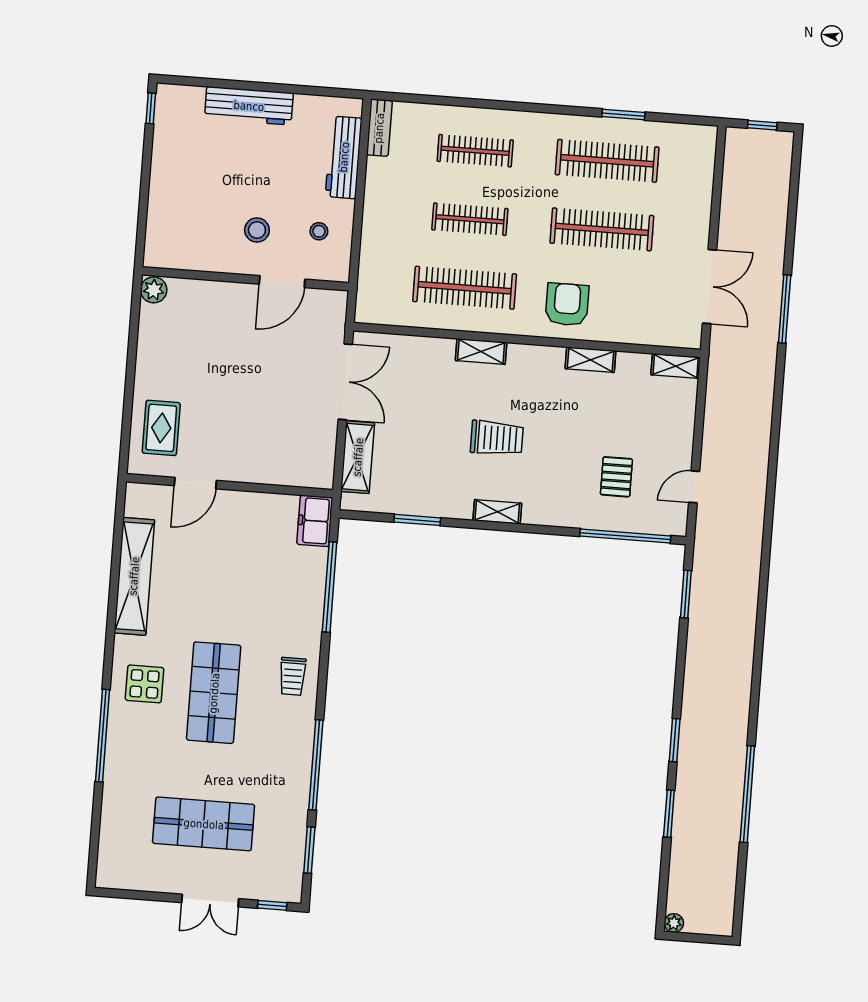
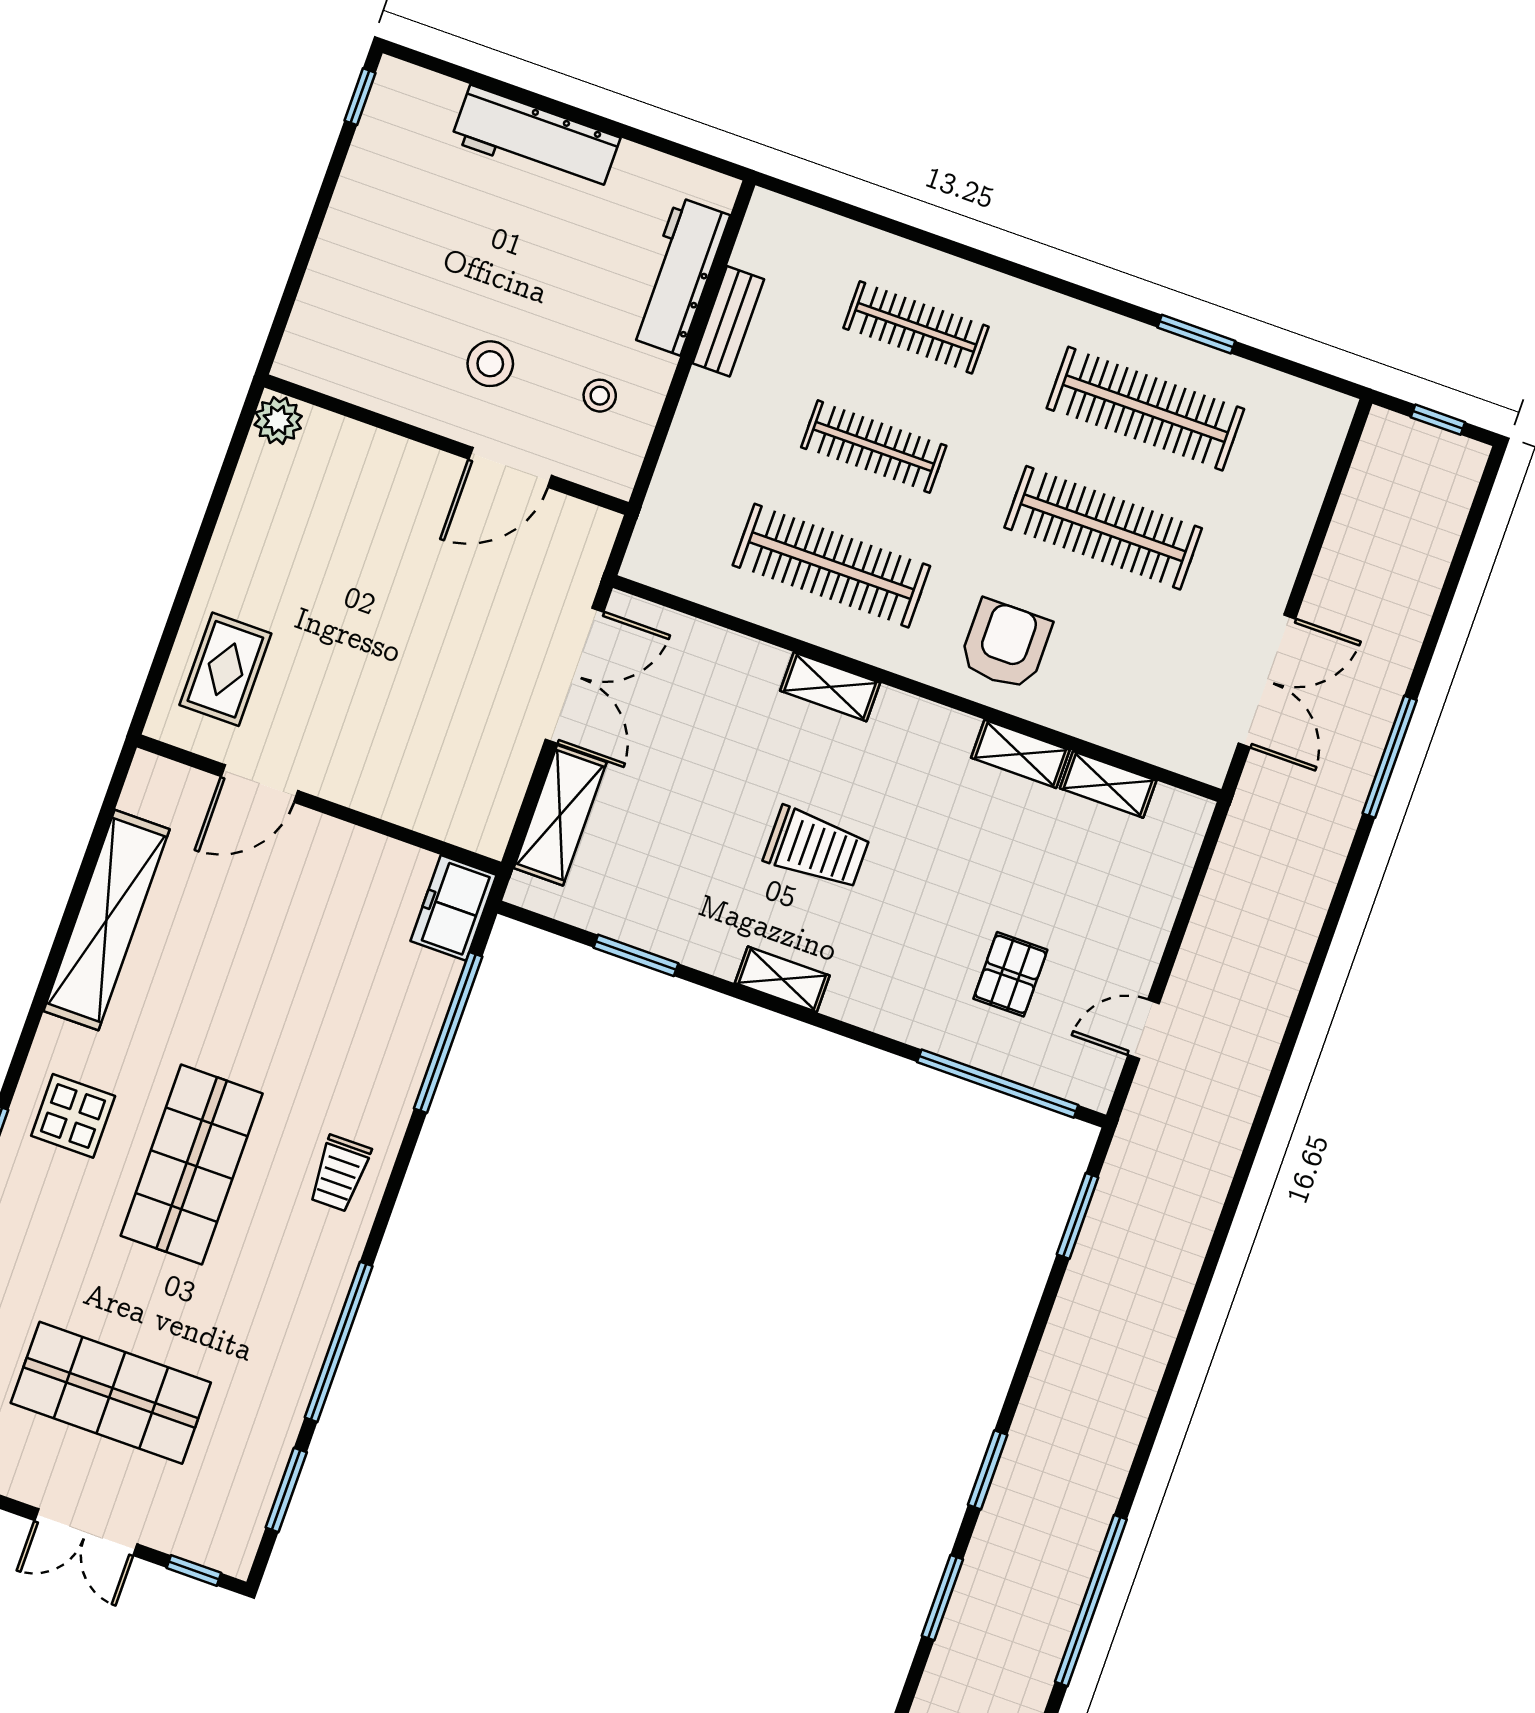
bench: (379, 128) -> (728, 321), moved
shelving: (676, 366) -> (1108, 784), moved

